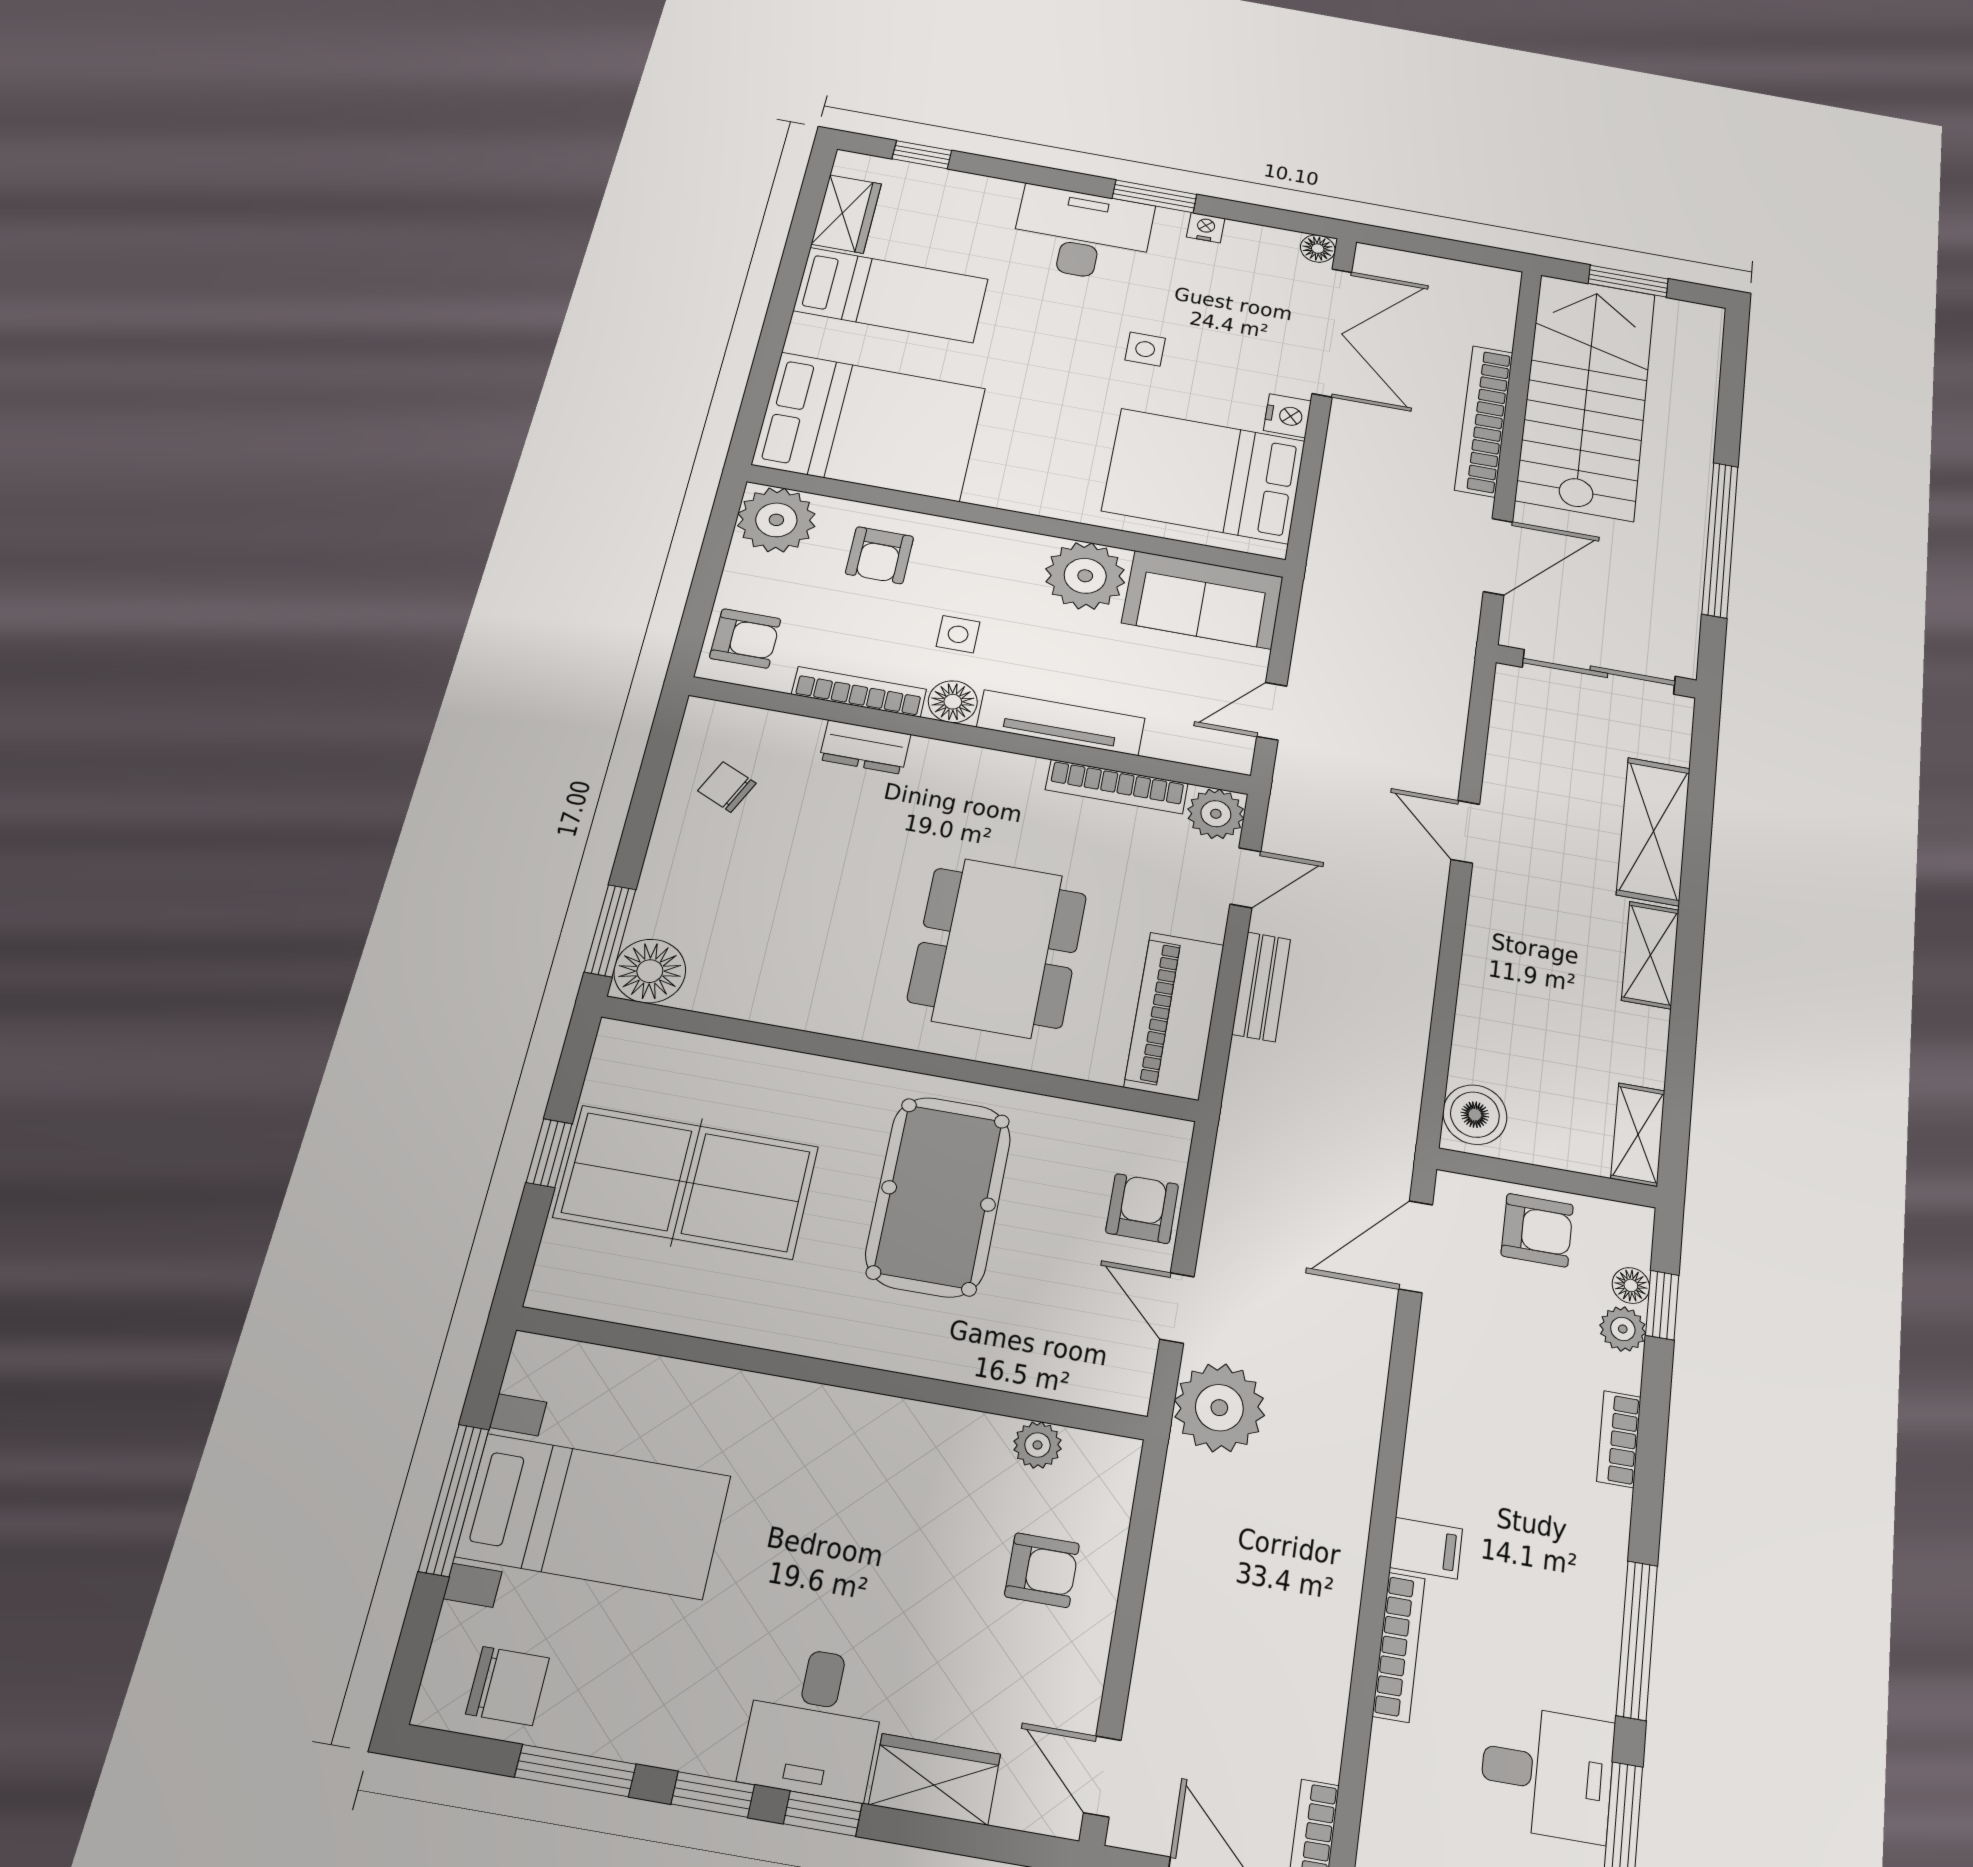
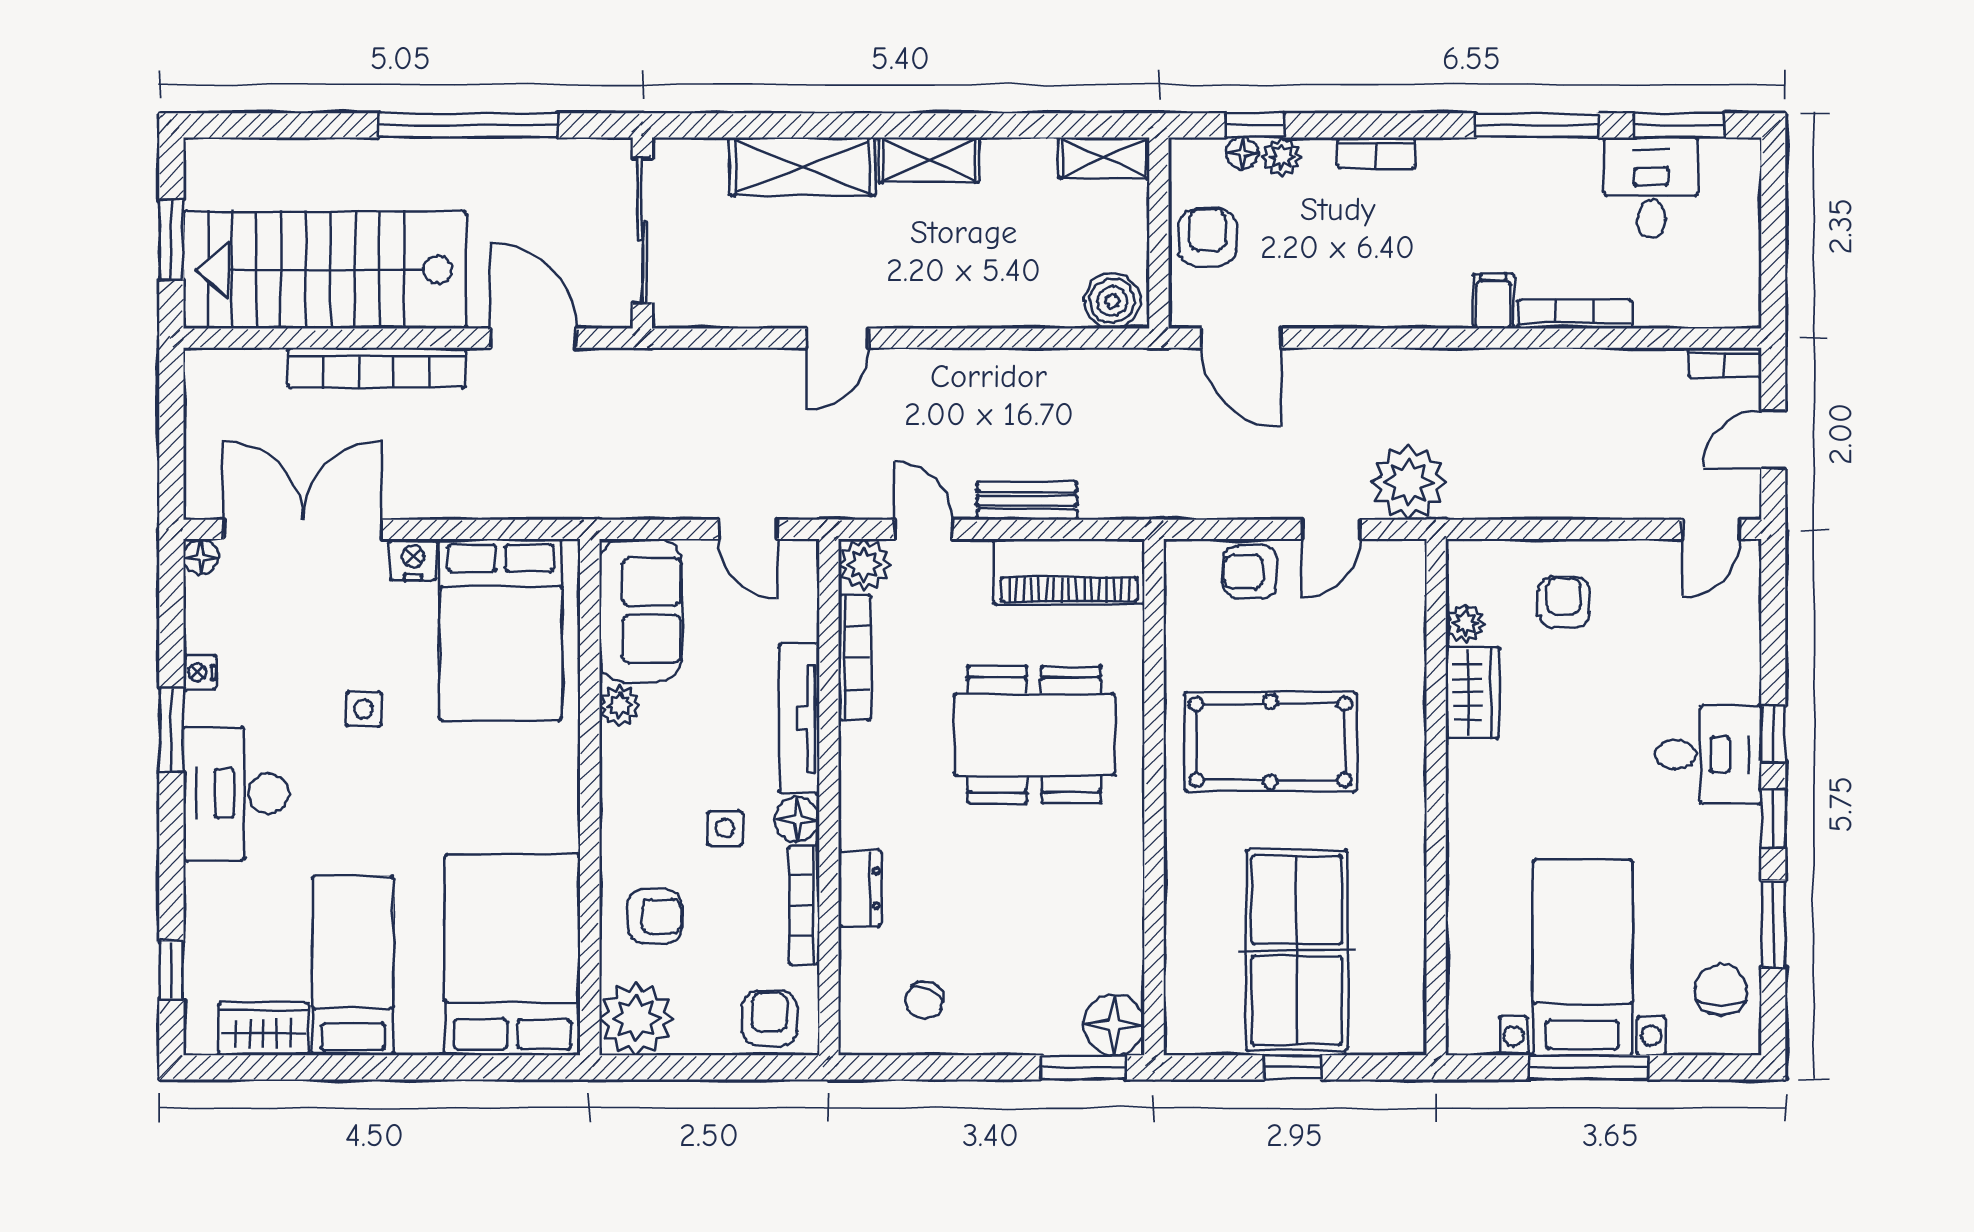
plant: (1085, 576) -> (620, 706), width x0.53, depth x0.53
wardrobe: (935, 1779) -> (1472, 693), moved, turned 180

